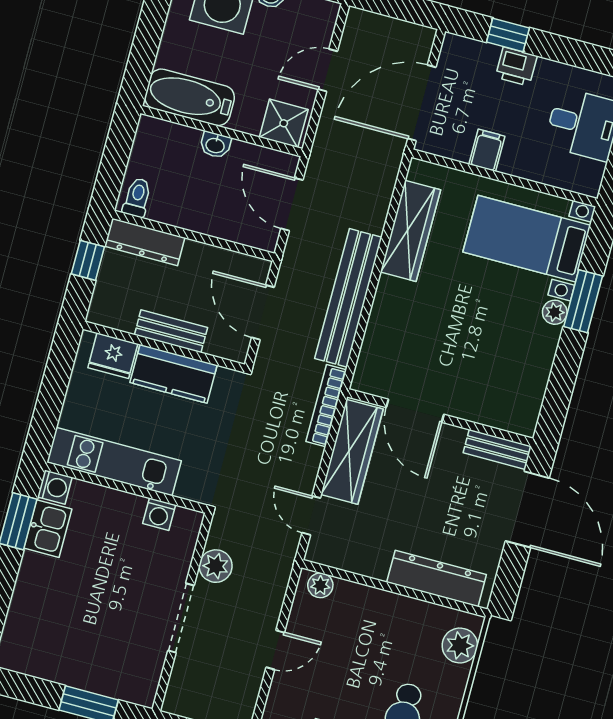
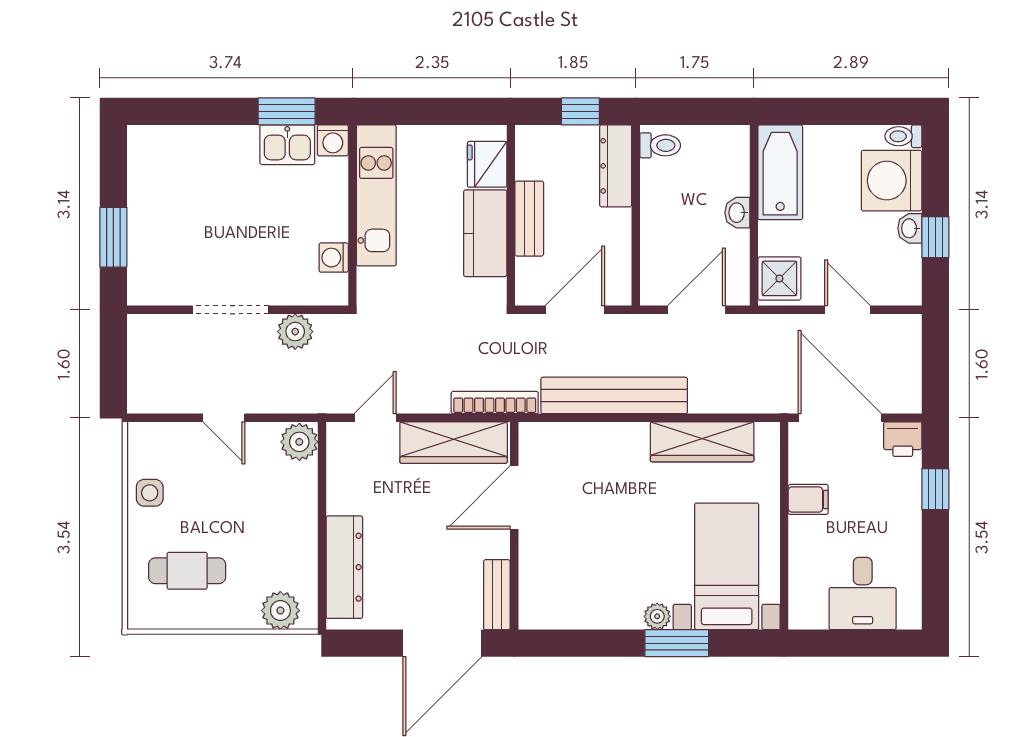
printer: (516, 67) -> (903, 439), moved, turned -90
plant: (320, 585) -> (299, 442), width x1.38, depth x1.38

